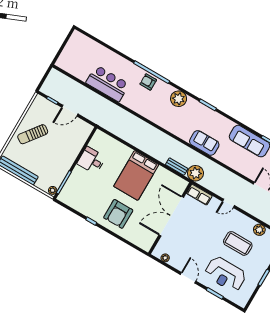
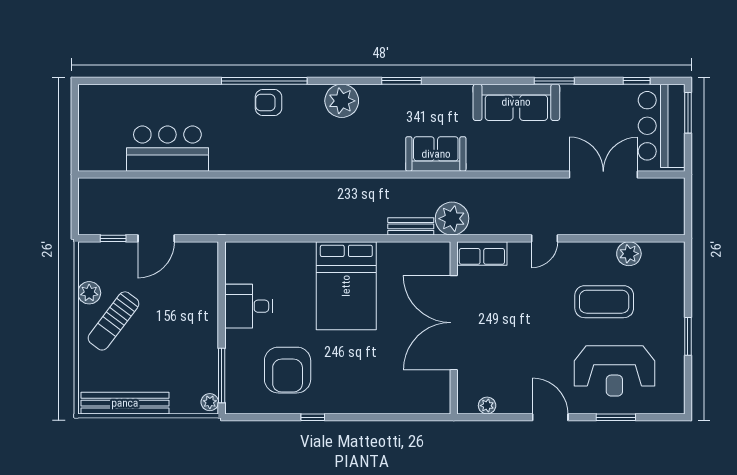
bar counter: (108, 83) -> (167, 149), moved
plant: (30, 117) -> (89, 293), added
armchair: (118, 214) -> (288, 370), moved

